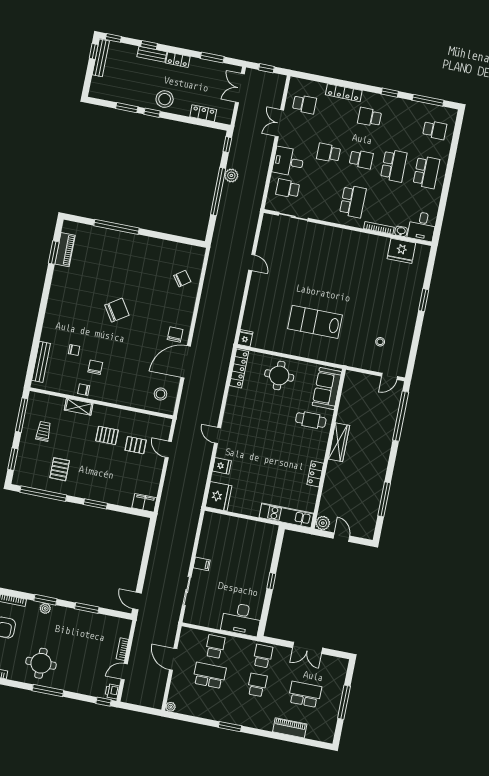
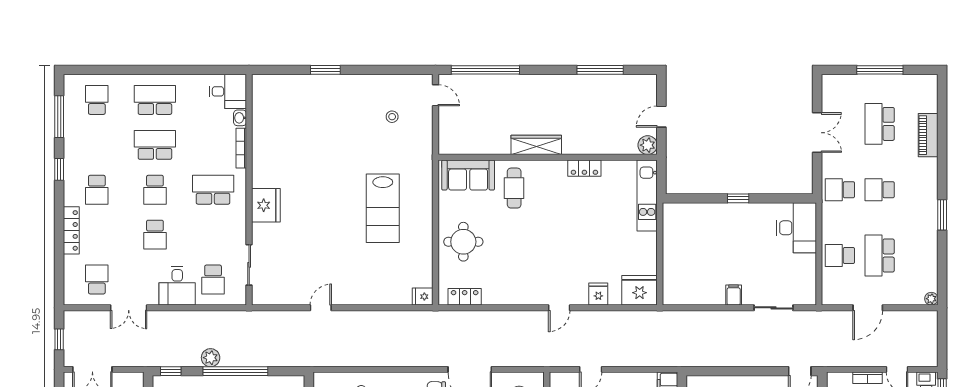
school desk: (361, 159) -> (155, 190), turned 180
fridge: (401, 251) -> (266, 205), moved
locker: (239, 369) -> (465, 297), width x0.66

